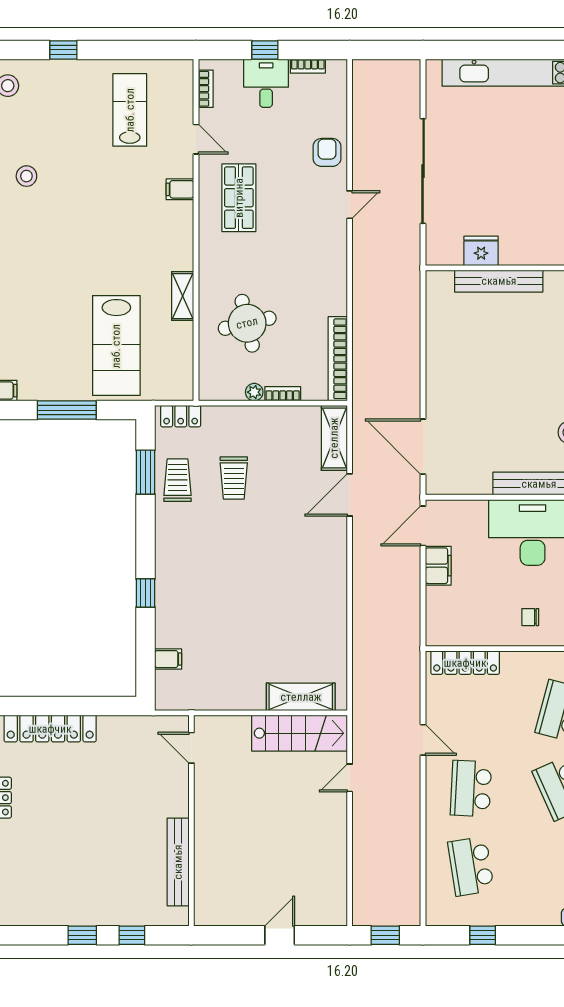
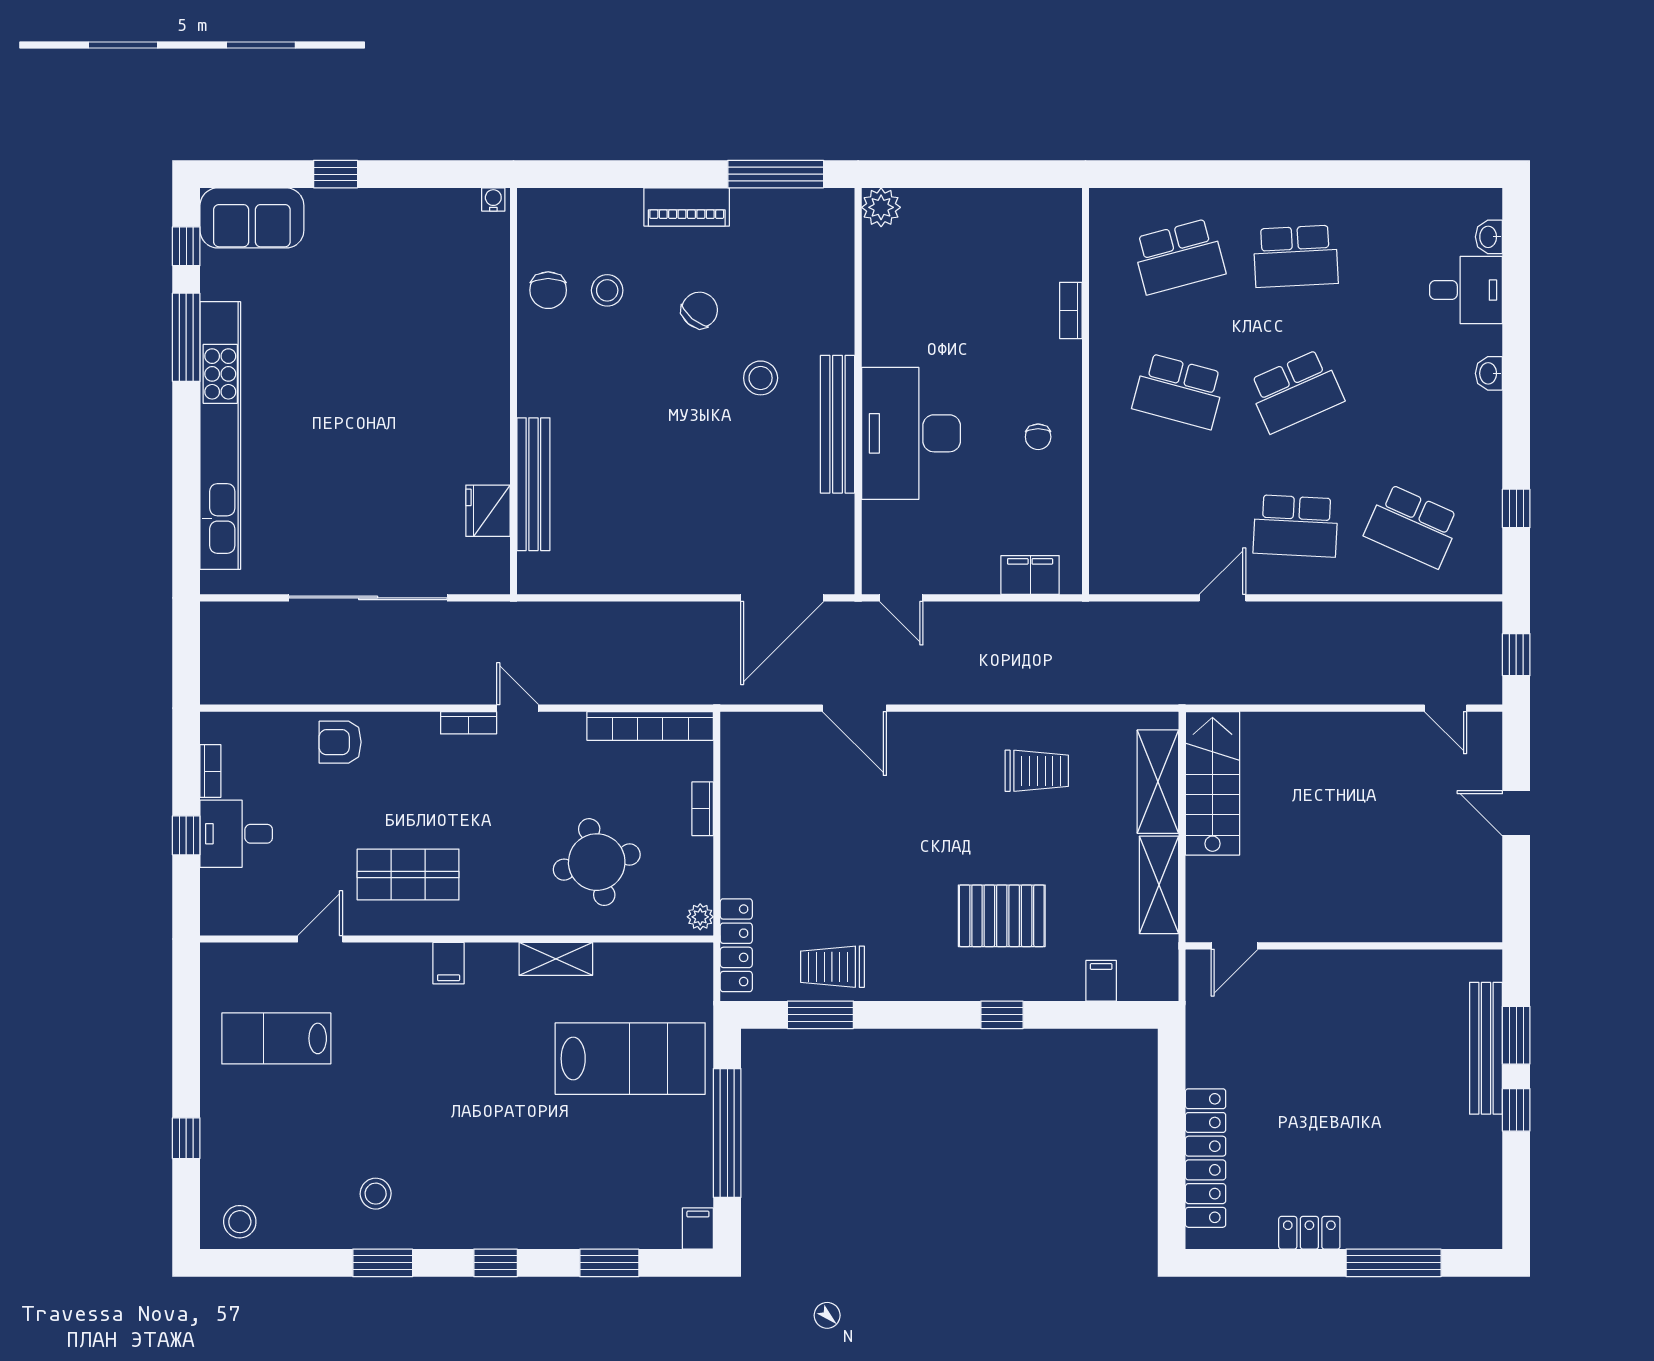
bookcase: (206, 89) -> (469, 723), moved, turned 180
filing cabinet: (180, 189) -> (449, 963), moved
door: (350, 205) -> (518, 708), moved
plant: (254, 392) -> (700, 917), moved
window: (67, 410) -> (727, 1133), width x1.46
locker: (181, 416) -> (736, 945), width x1.53
shelving: (334, 438) -> (1159, 885), moved, turned 90
trolley: (234, 478) -> (1037, 771), moved
door: (423, 526) -> (901, 598), width x0.73
filing cabinet: (438, 566) -> (1030, 575), moved
pallet: (211, 593) -> (1002, 916), added
locker: (465, 663) -> (1107, 535), removed
door: (350, 778) -> (1446, 708), moved
bench: (178, 862) -> (1486, 1048), moved, turned 90
school desk: (471, 866) -> (1413, 526), turned 33
window: (132, 935) -> (1516, 1035), width x1.50

